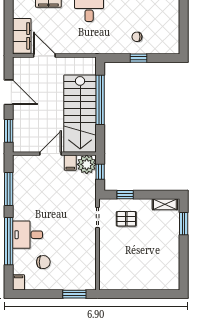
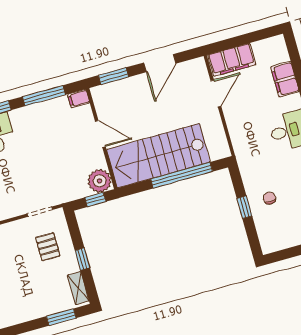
filing cabinet: (70, 163) -> (79, 99), moved
window: (125, 195) -> (82, 259), moved

